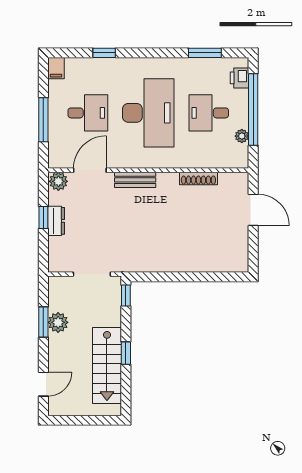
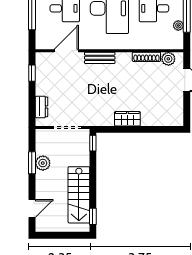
plant: (58, 181) -> (168, 59), moved
window: (43, 218) -> (32, 73), moved
dresser: (56, 221) -> (41, 107), moved
wardrobe: (173, 262) -> (127, 119), added
window: (126, 353) -> (93, 216), moved

